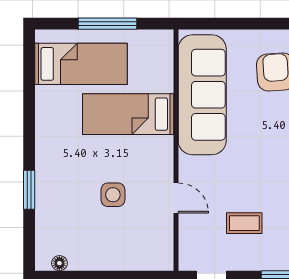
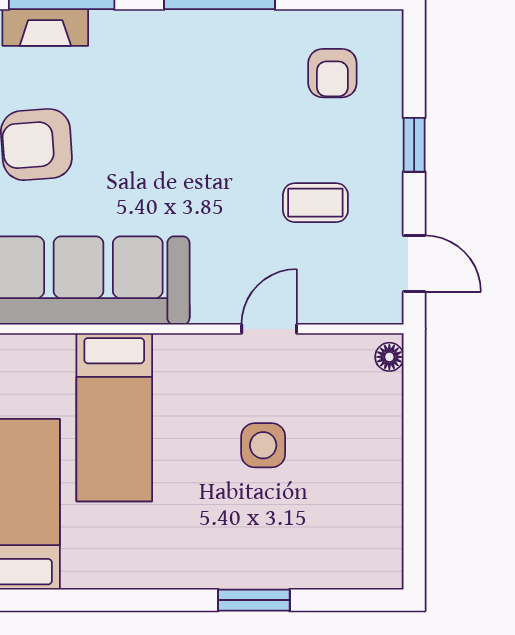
coffee table: (244, 223) -> (315, 203), turned 90
floor lamp: (59, 263) -> (389, 357), moved

